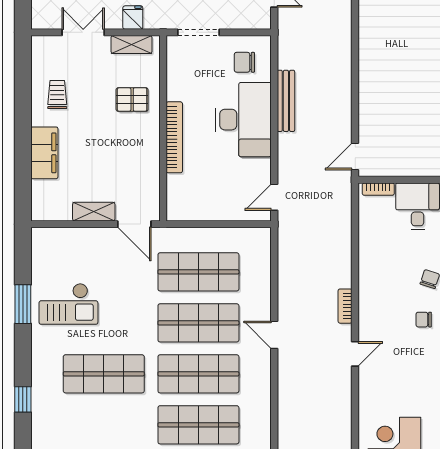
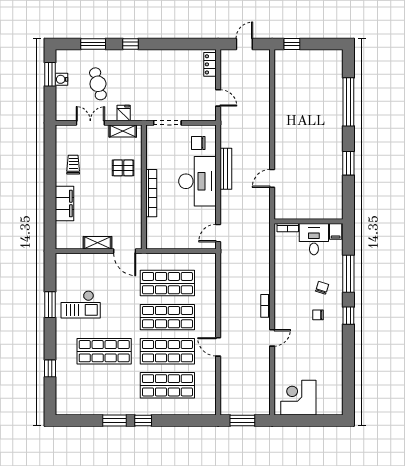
door: (355, 157) -> (272, 178), moved
door: (274, 335) -> (218, 347), moved

